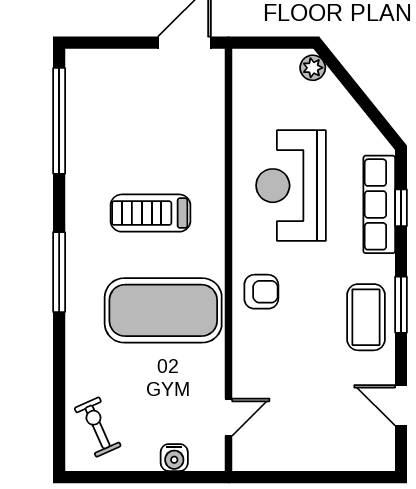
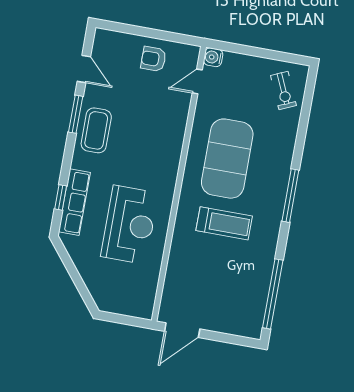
plant: (313, 68) -> (102, 299), removed
armchair: (261, 292) -> (153, 59), moved
window: (401, 305) -> (76, 114), moved
exercise mat: (163, 310) -> (227, 159), turned 90
water cooler: (174, 458) -> (213, 57), moved, turned -90

